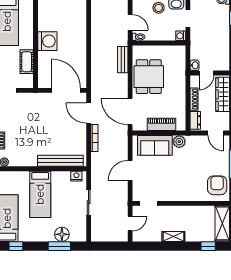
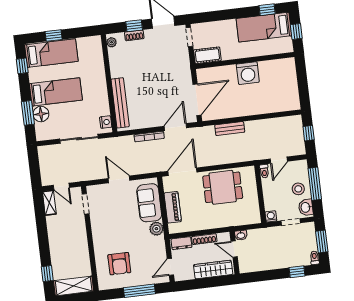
bench: (123, 60) -> (230, 129), moved
cot: (27, 62) -> (207, 55), moved
armchair: (217, 185) -> (119, 264), moved, turned 90
bed: (40, 194) -> (56, 92), moved, turned 180
sliding door: (89, 202) -> (79, 139), width x1.37
shelving: (173, 236) -> (49, 203), moved

